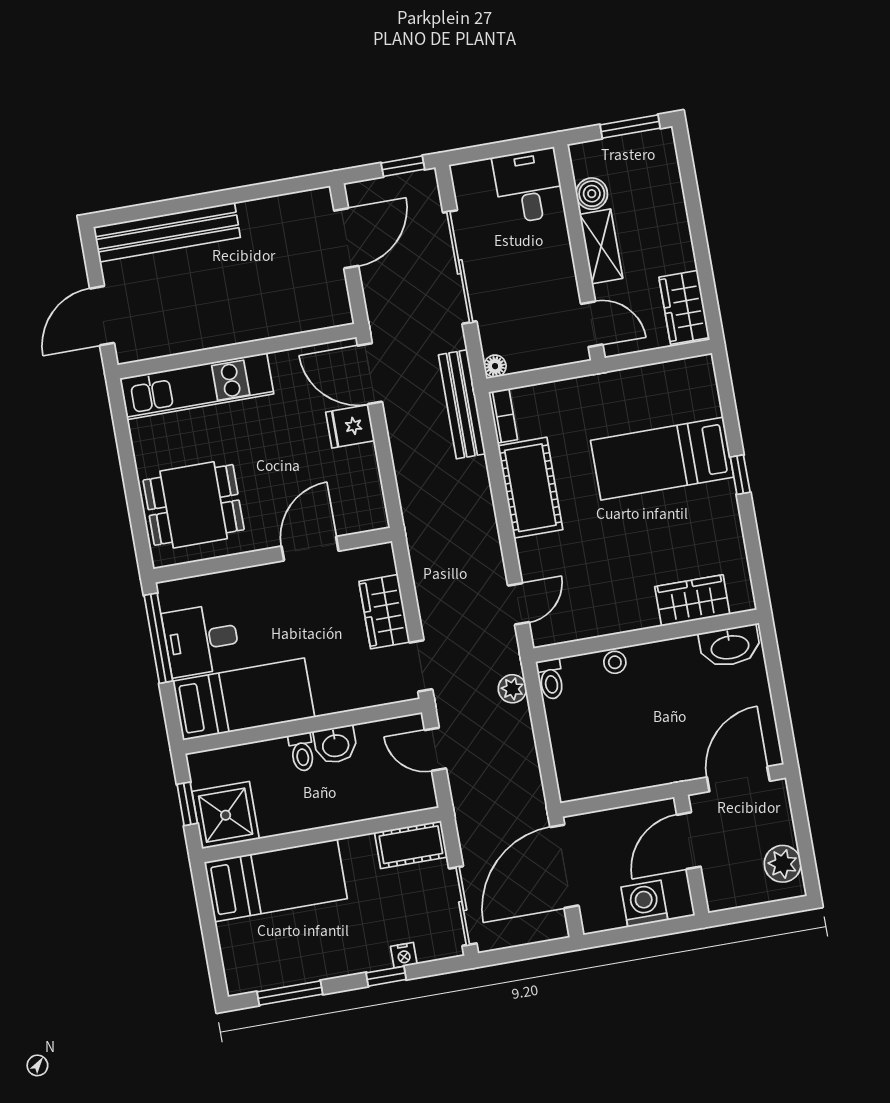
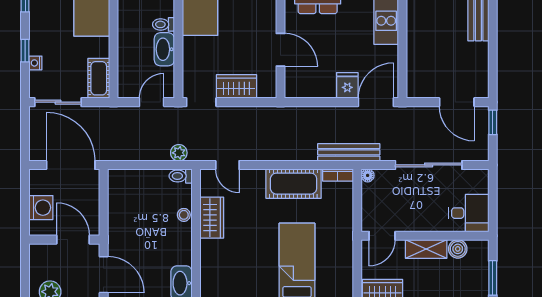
window: (403, 166) -> (493, 122), moved
wardrobe: (692, 600) -> (212, 218), moved
washbasin: (335, 745) -> (164, 49), width x1.38

